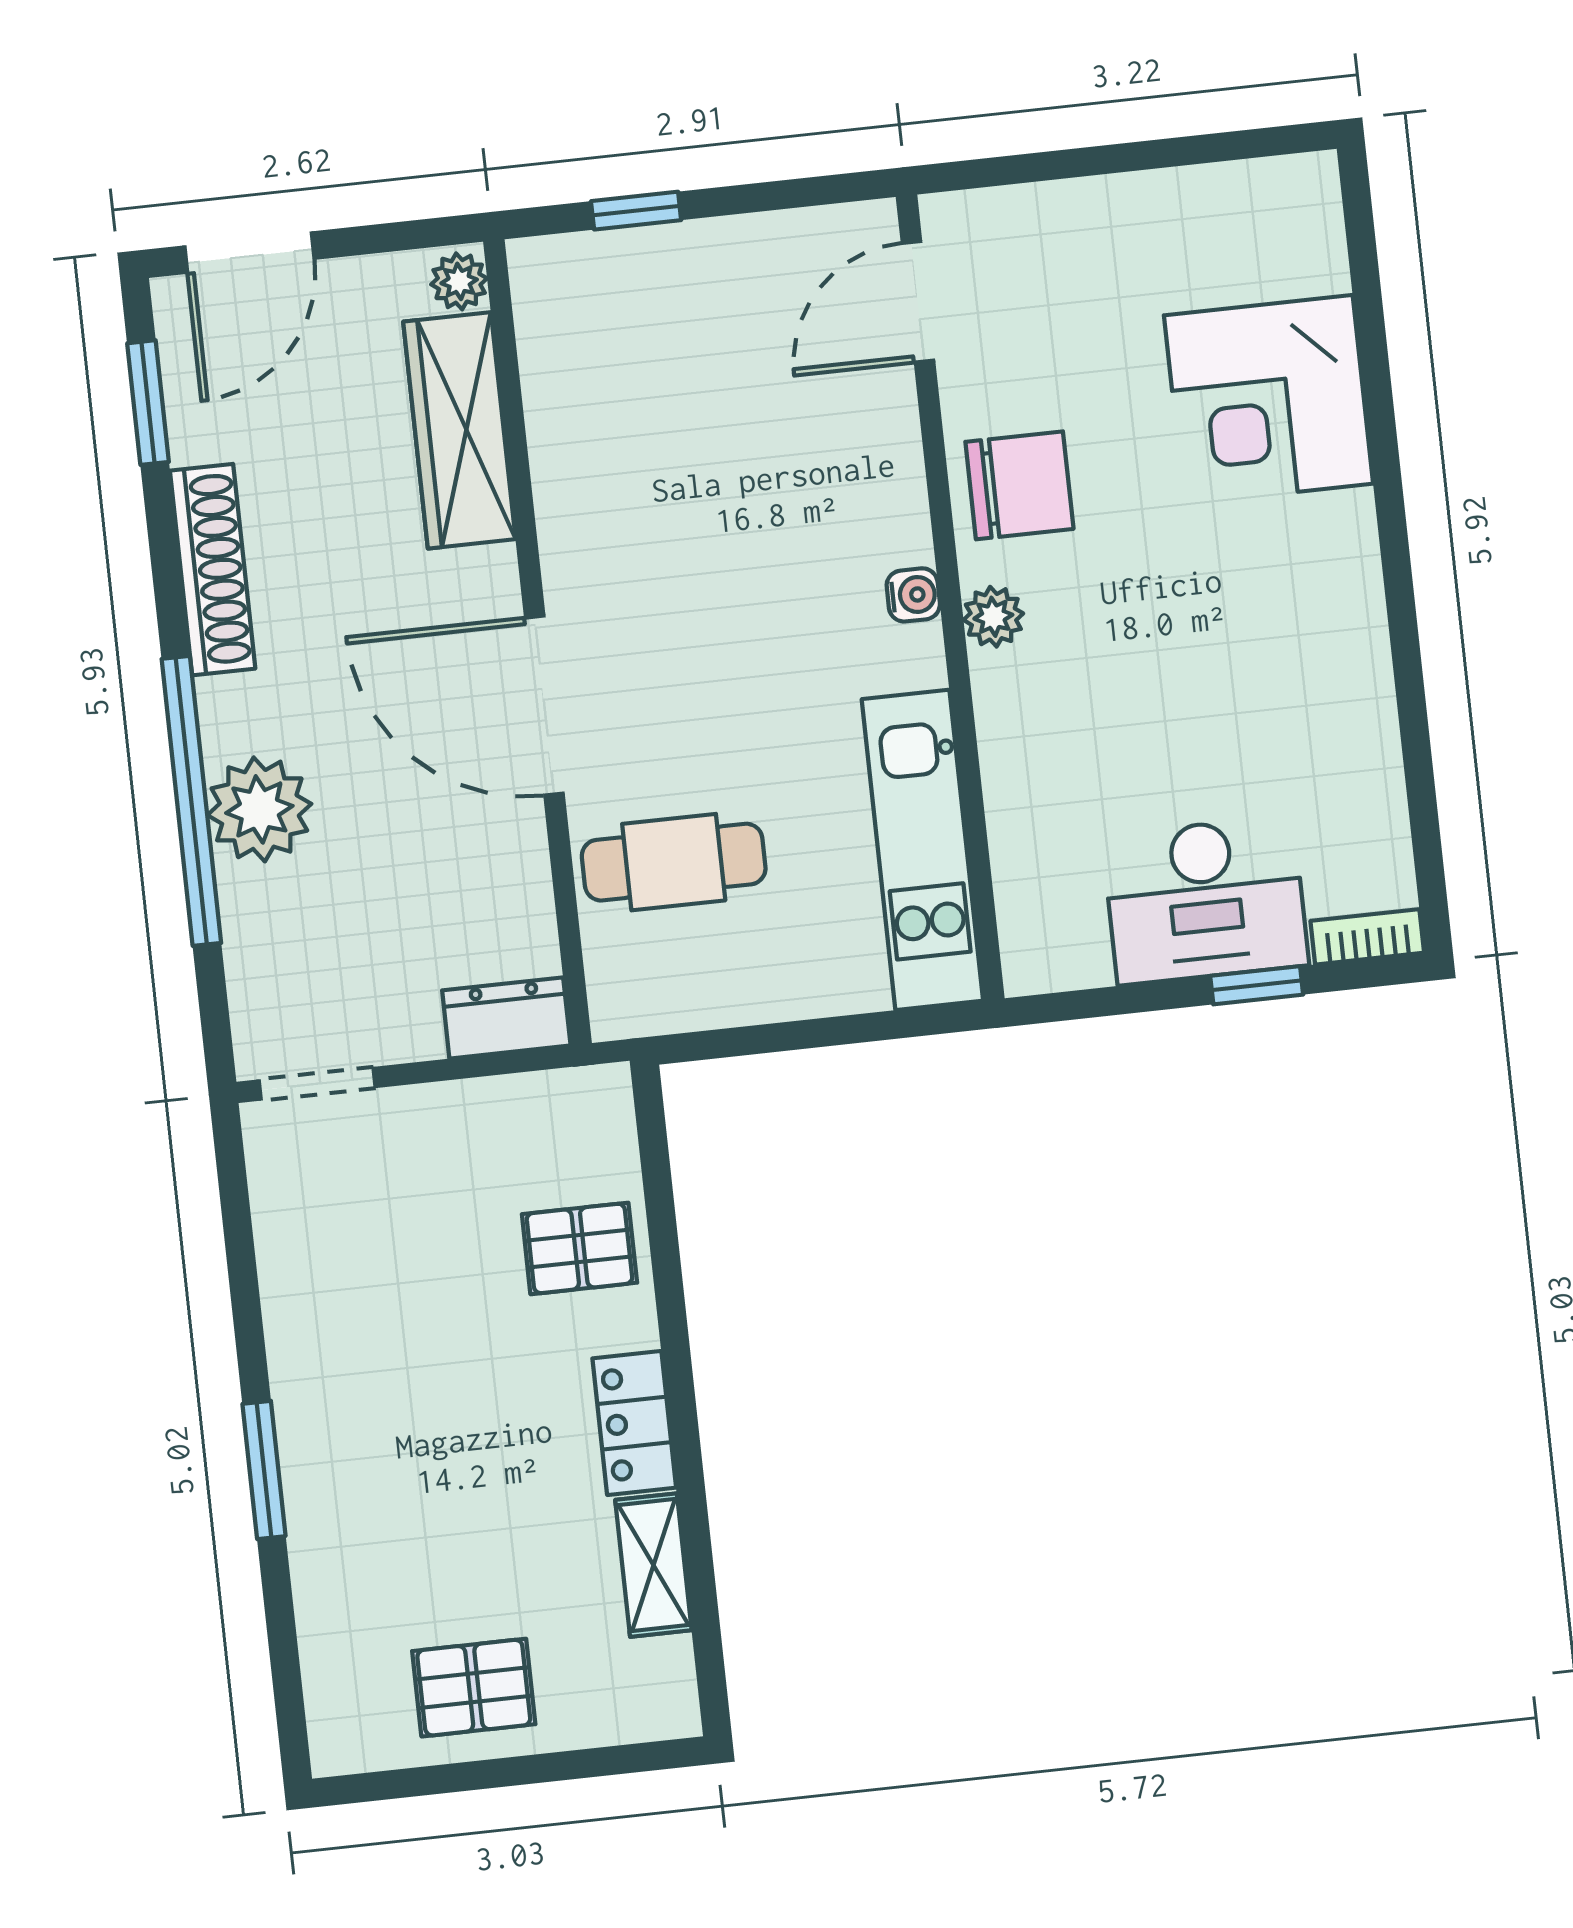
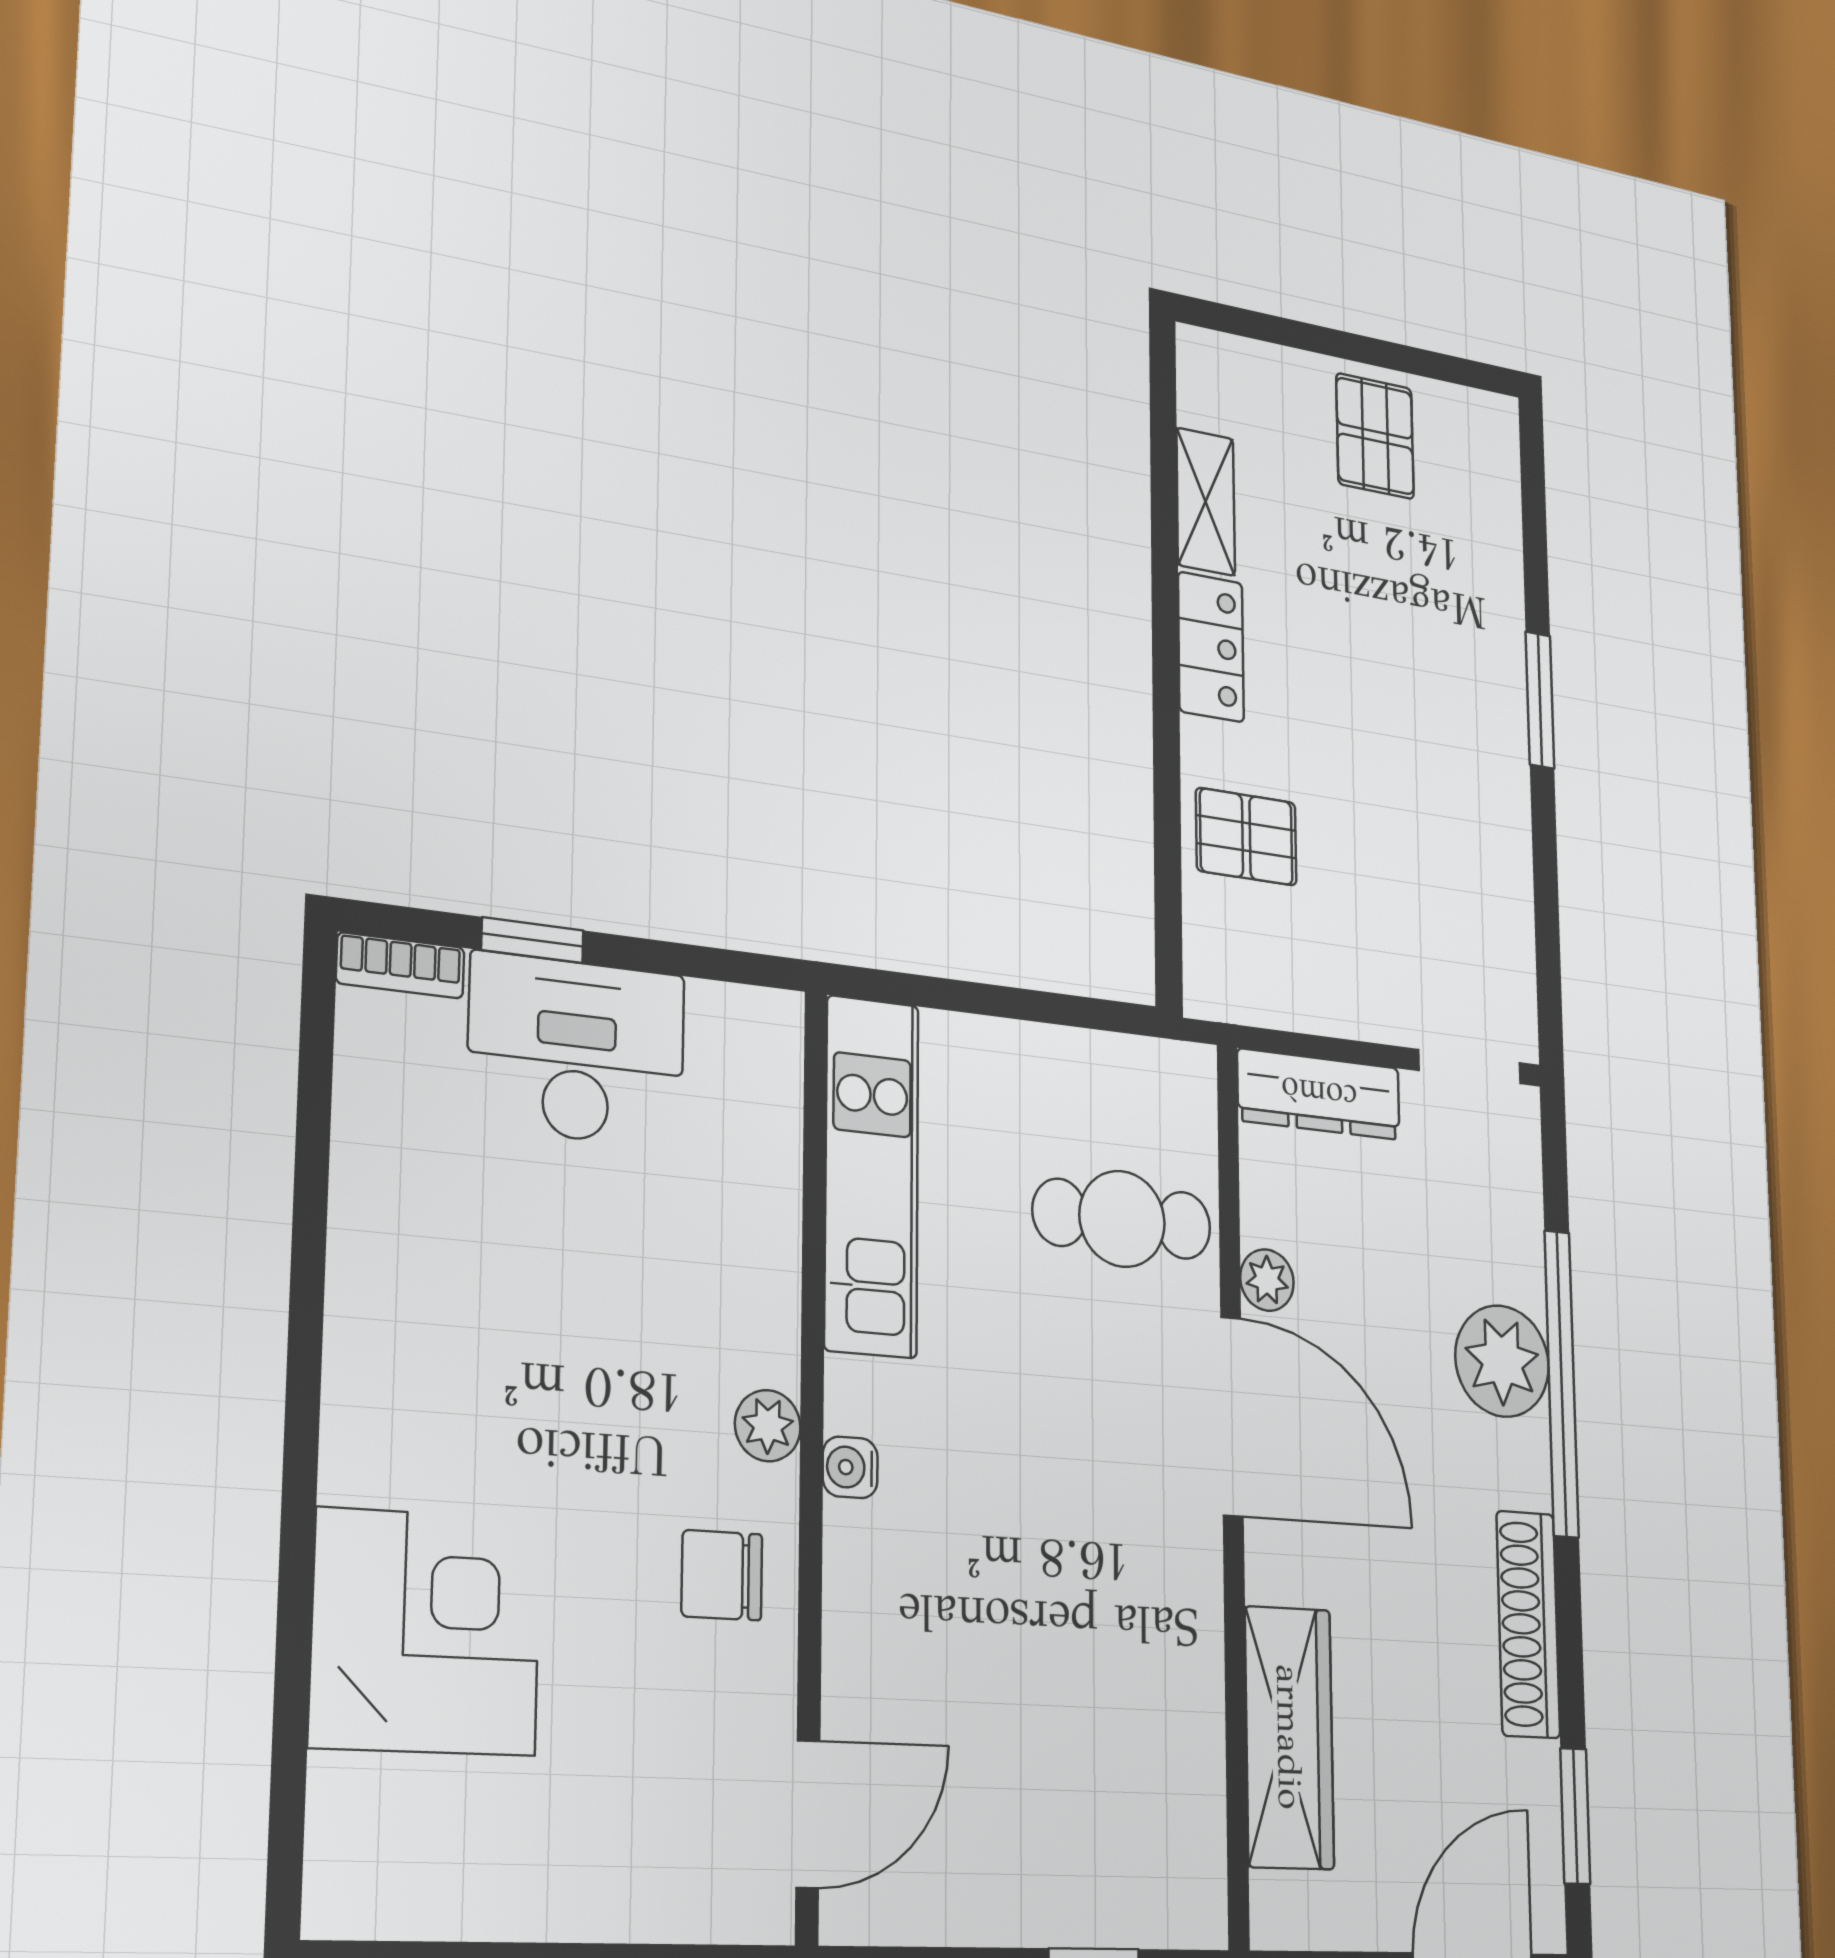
plant: (459, 281) -> (1267, 1280), moved
chair: (1019, 485) -> (722, 1575), width x0.73, depth x0.73
dresser: (506, 1018) -> (1319, 1094), width x1.44
pallet: (474, 1688) -> (1375, 436), turned 90

